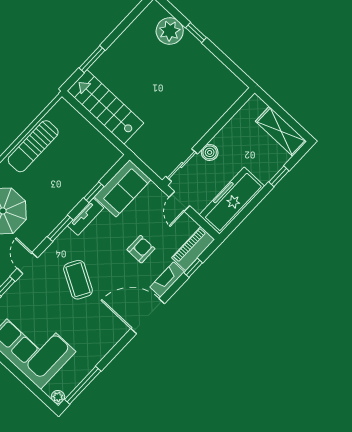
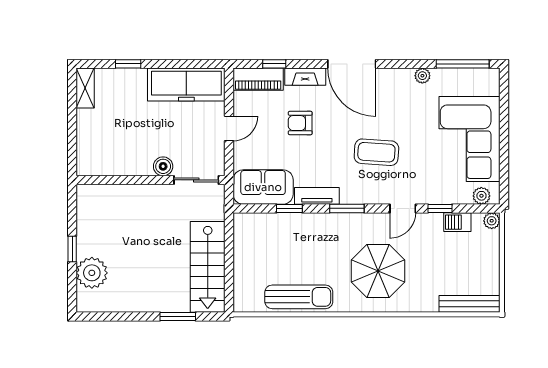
shelving: (281, 131) -> (85, 88), width x0.67, depth x0.75
wall: (208, 137) -> (151, 180), moved
boiler: (210, 152) -> (163, 166), moved
sliding door: (182, 165) -> (196, 180), moved
coffee table: (78, 280) -> (376, 152), turned 65
plant: (58, 397) -> (422, 76), moved

